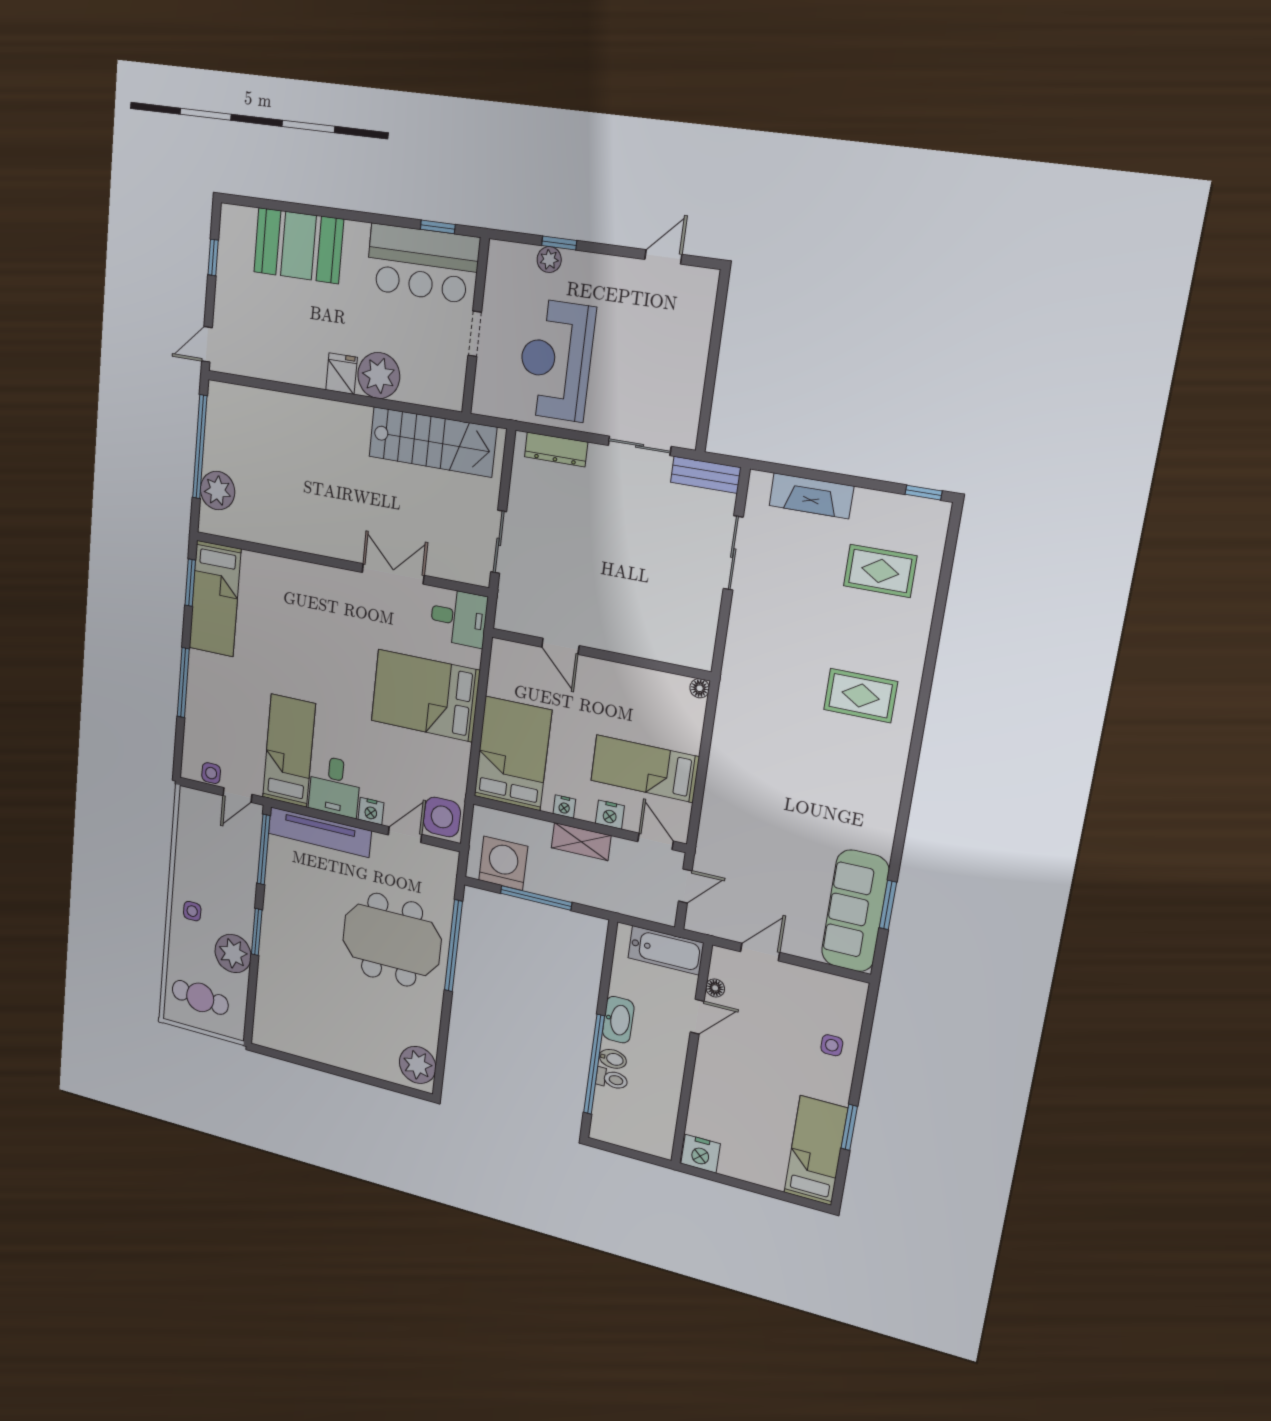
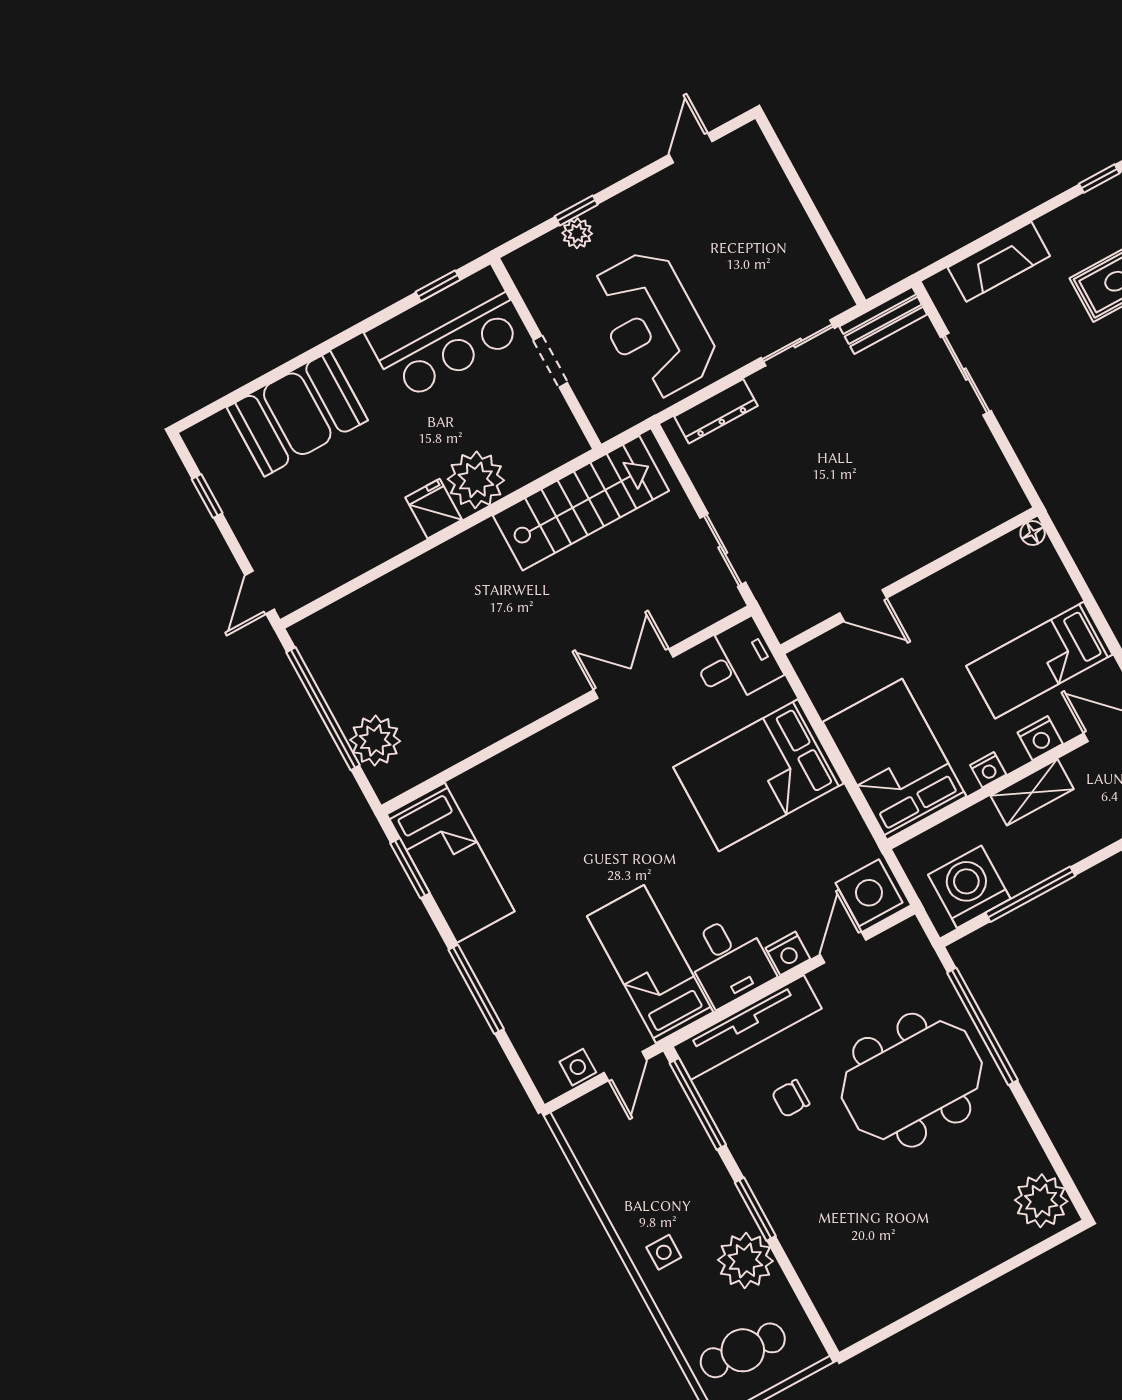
chair: (317, 891) -> (791, 1099), added

